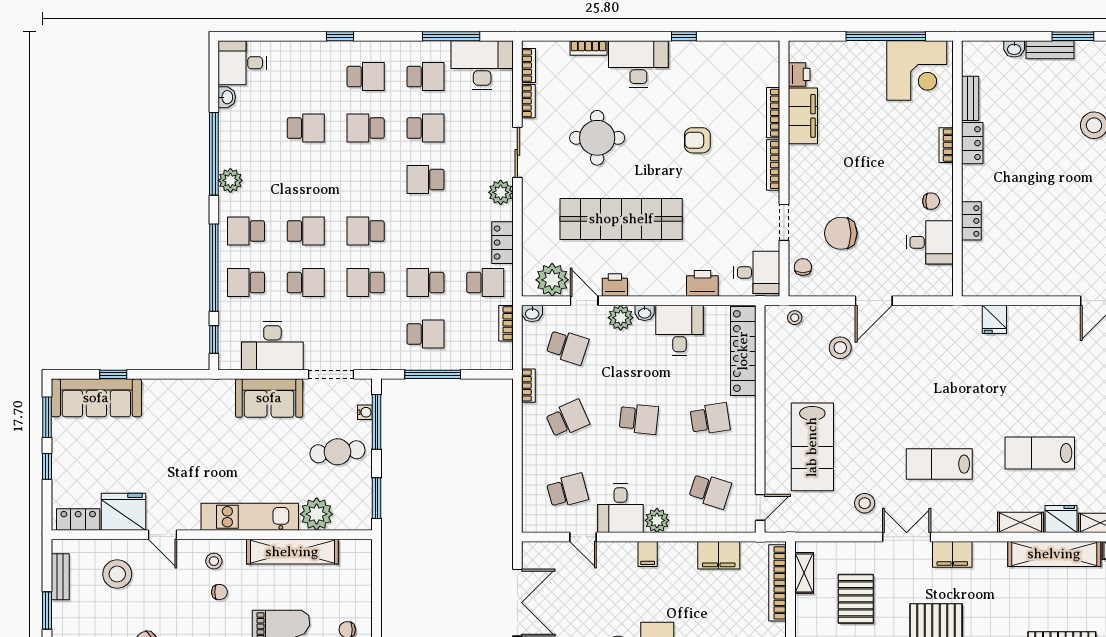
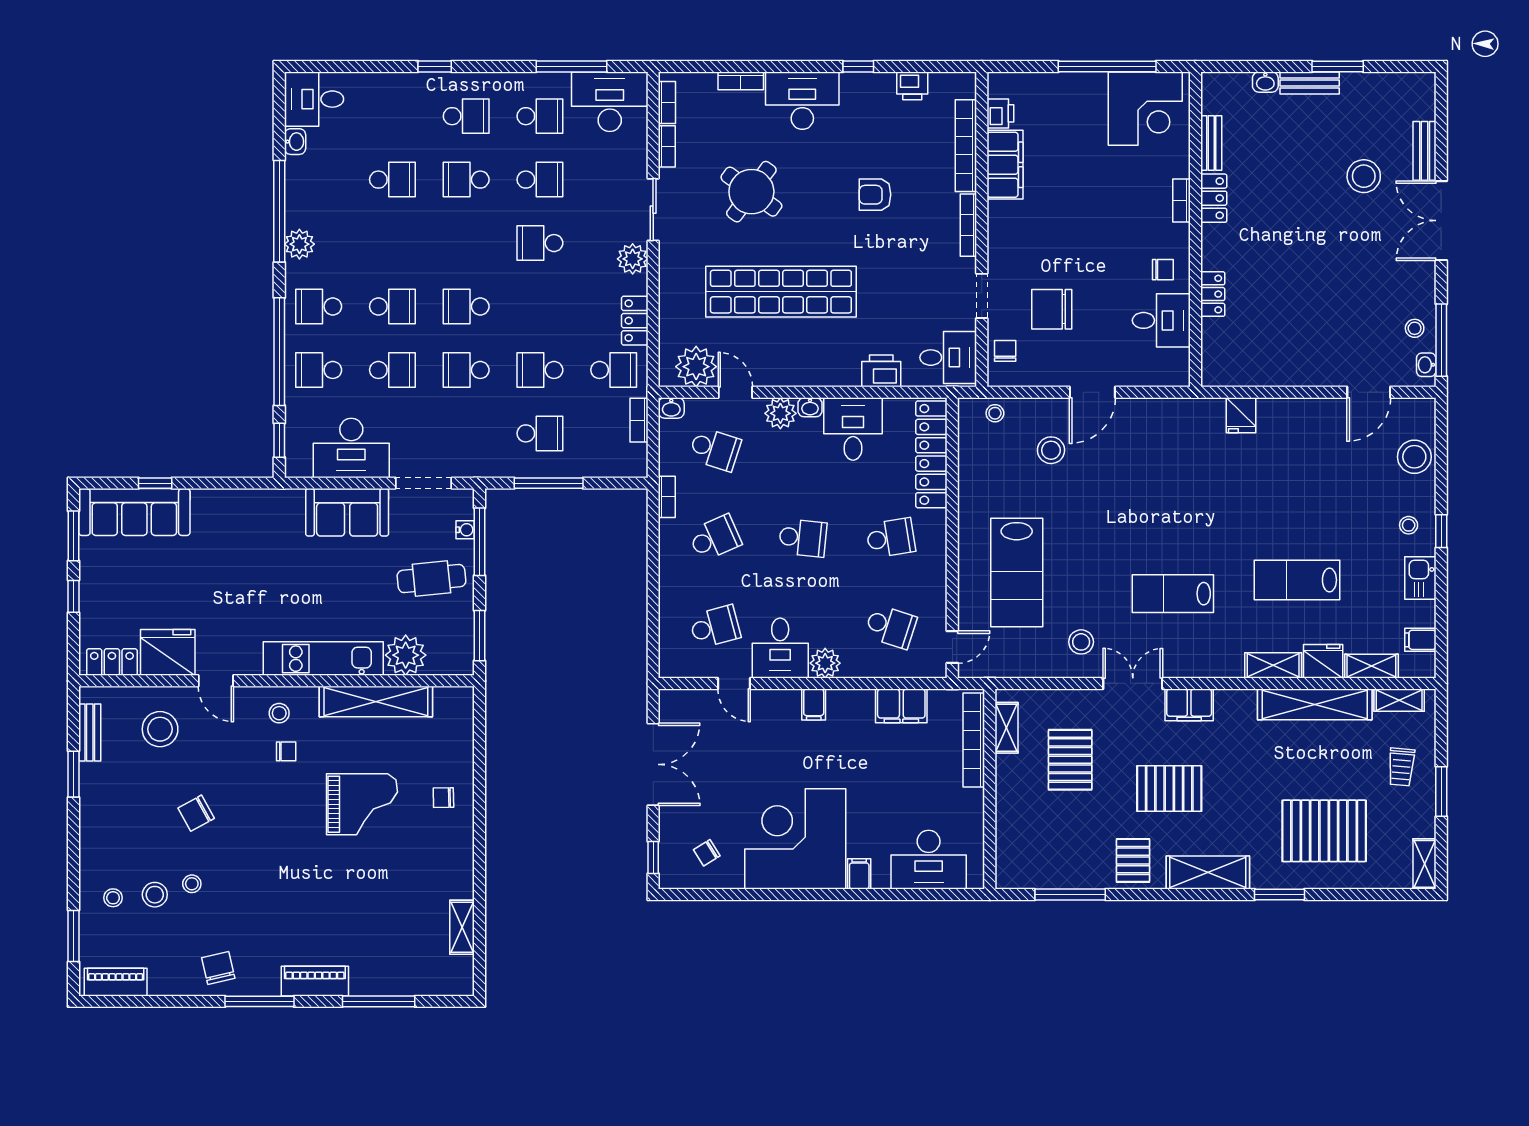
bookcase: (773, 113) -> (966, 146), width x1.48, depth x1.31
round table: (597, 138) -> (751, 192), turned 36
printer: (615, 285) -> (912, 86), moved, turned 180

